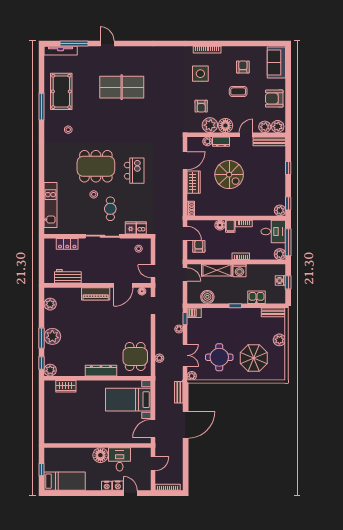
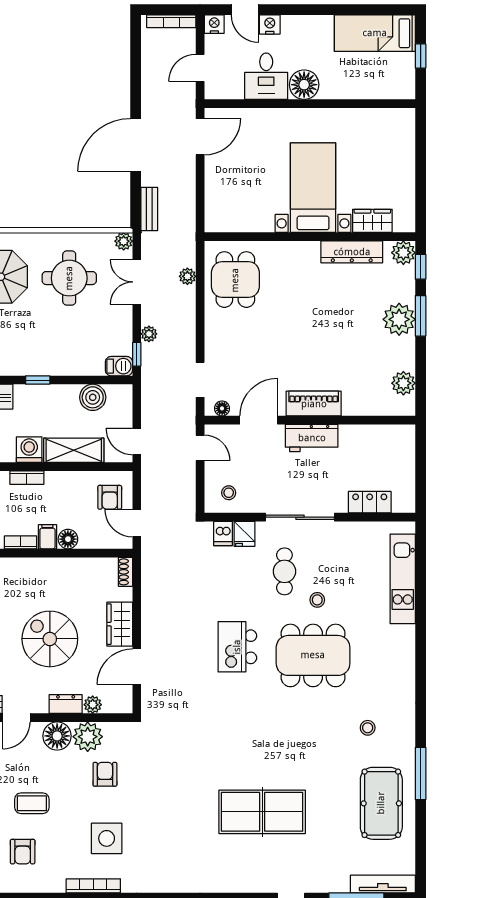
workbench: (68, 276) -> (312, 438), moved
dresser: (101, 371) -> (352, 252), moved
bed with nightstands: (128, 400) -> (313, 188), moved, turned -90
nightstand: (107, 486) -> (214, 24), moved

